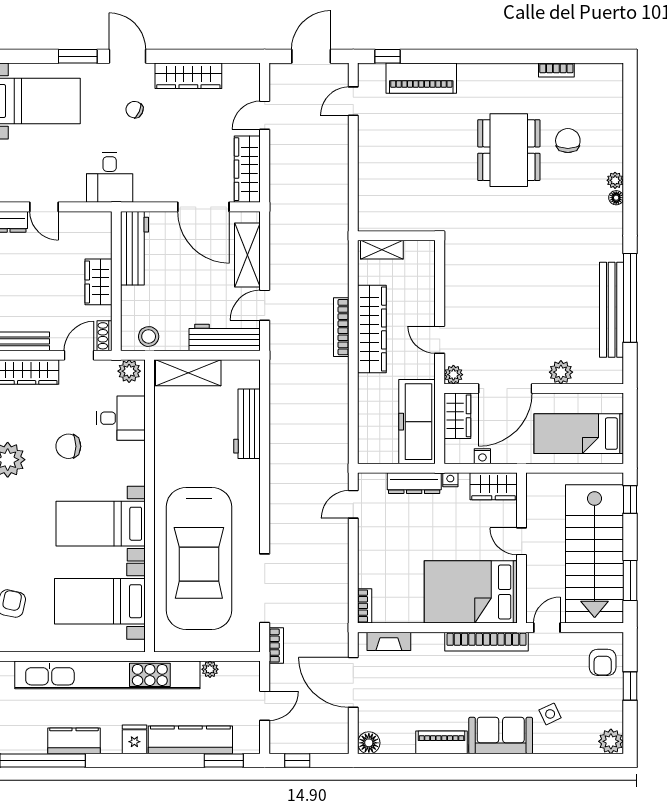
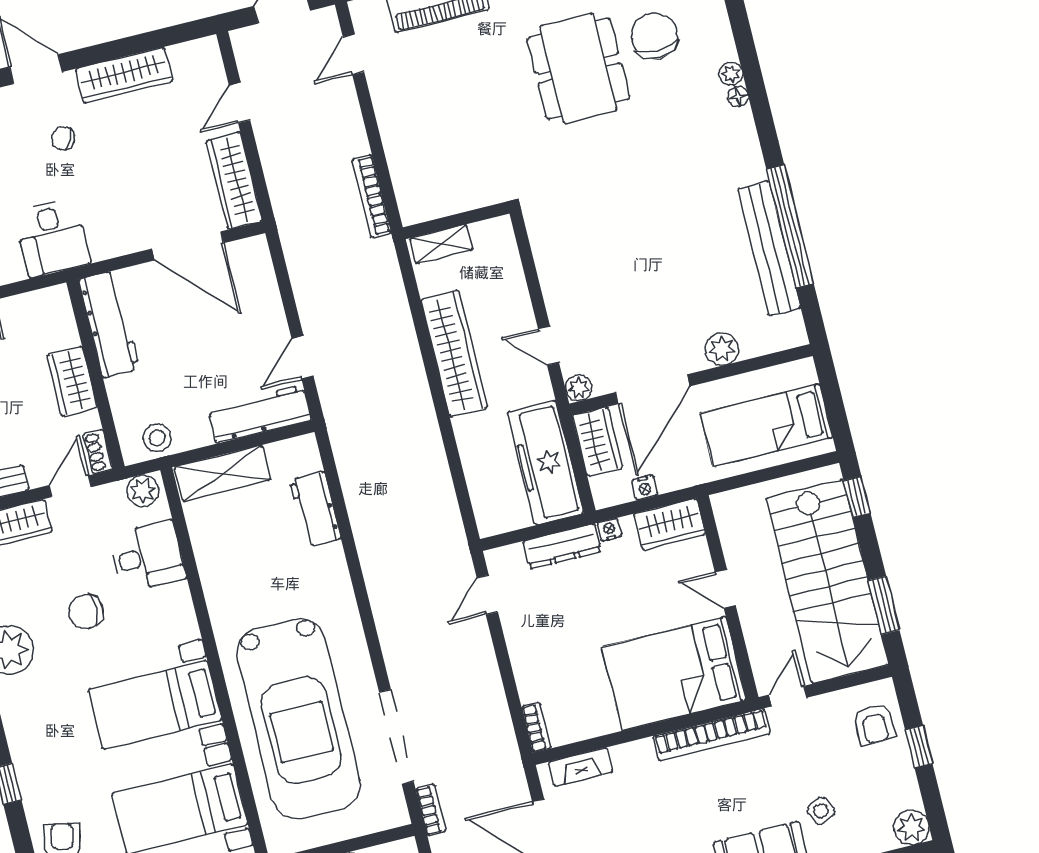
chair: (568, 141) -> (654, 36), width x1.37, depth x1.37
shelving: (247, 255) -> (263, 296), removed
bookcase: (341, 327) -> (372, 196), moved
workbench: (247, 424) -> (315, 509), width x0.73

